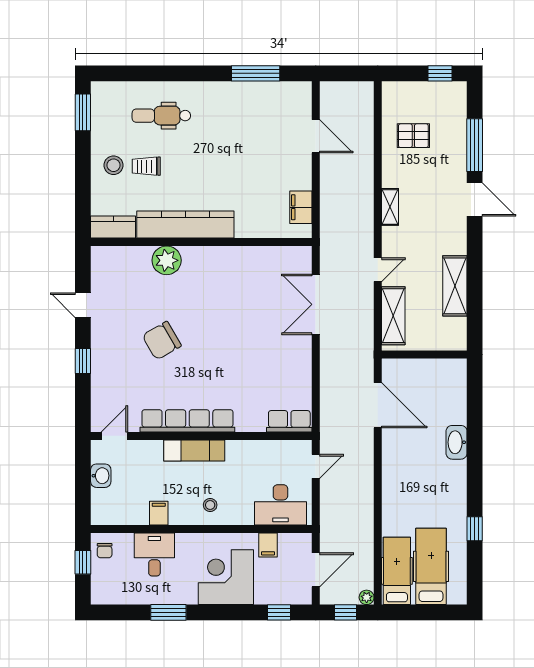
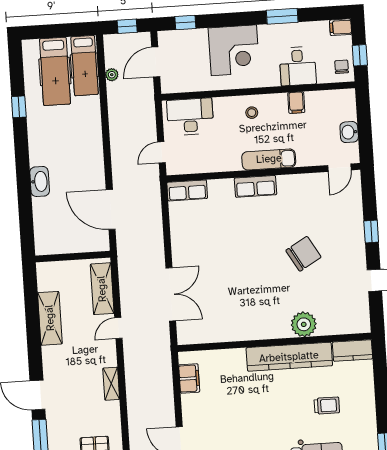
stool: (114, 165) -> (356, 405), removed
row of seats: (187, 421) -> (255, 186), width x0.50
filing cabinet: (268, 545) -> (341, 27), moved, turned -90
plant: (367, 597) -> (112, 75), moved

